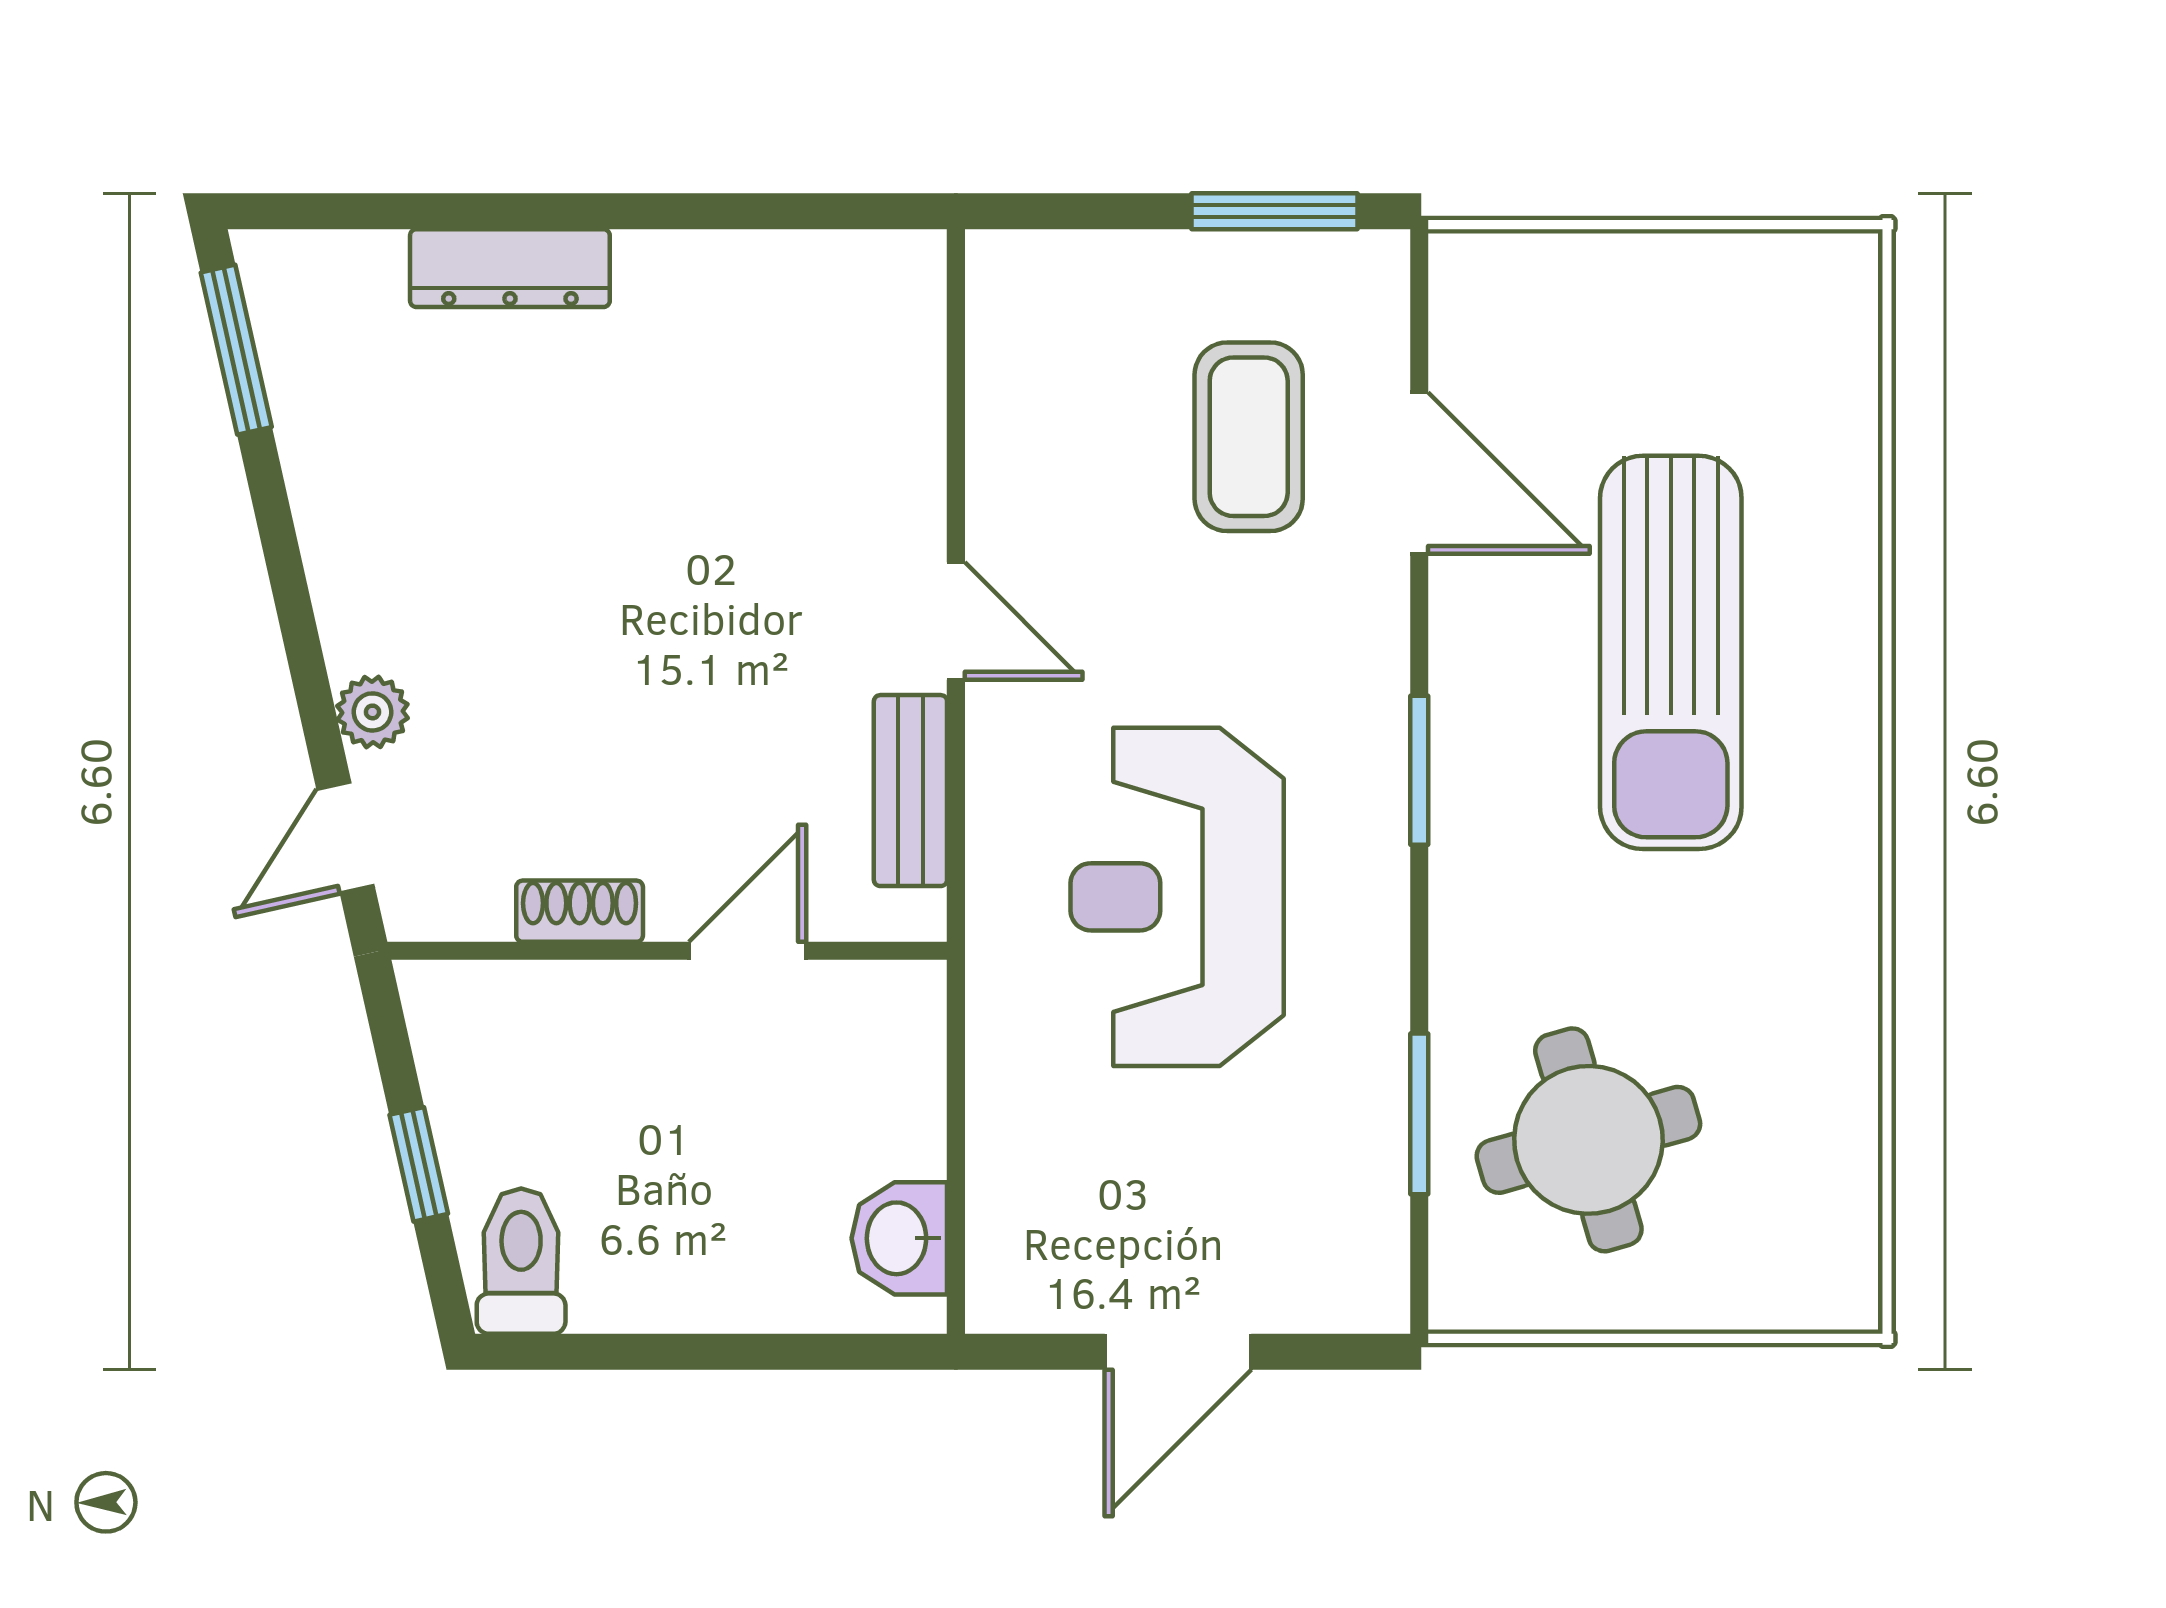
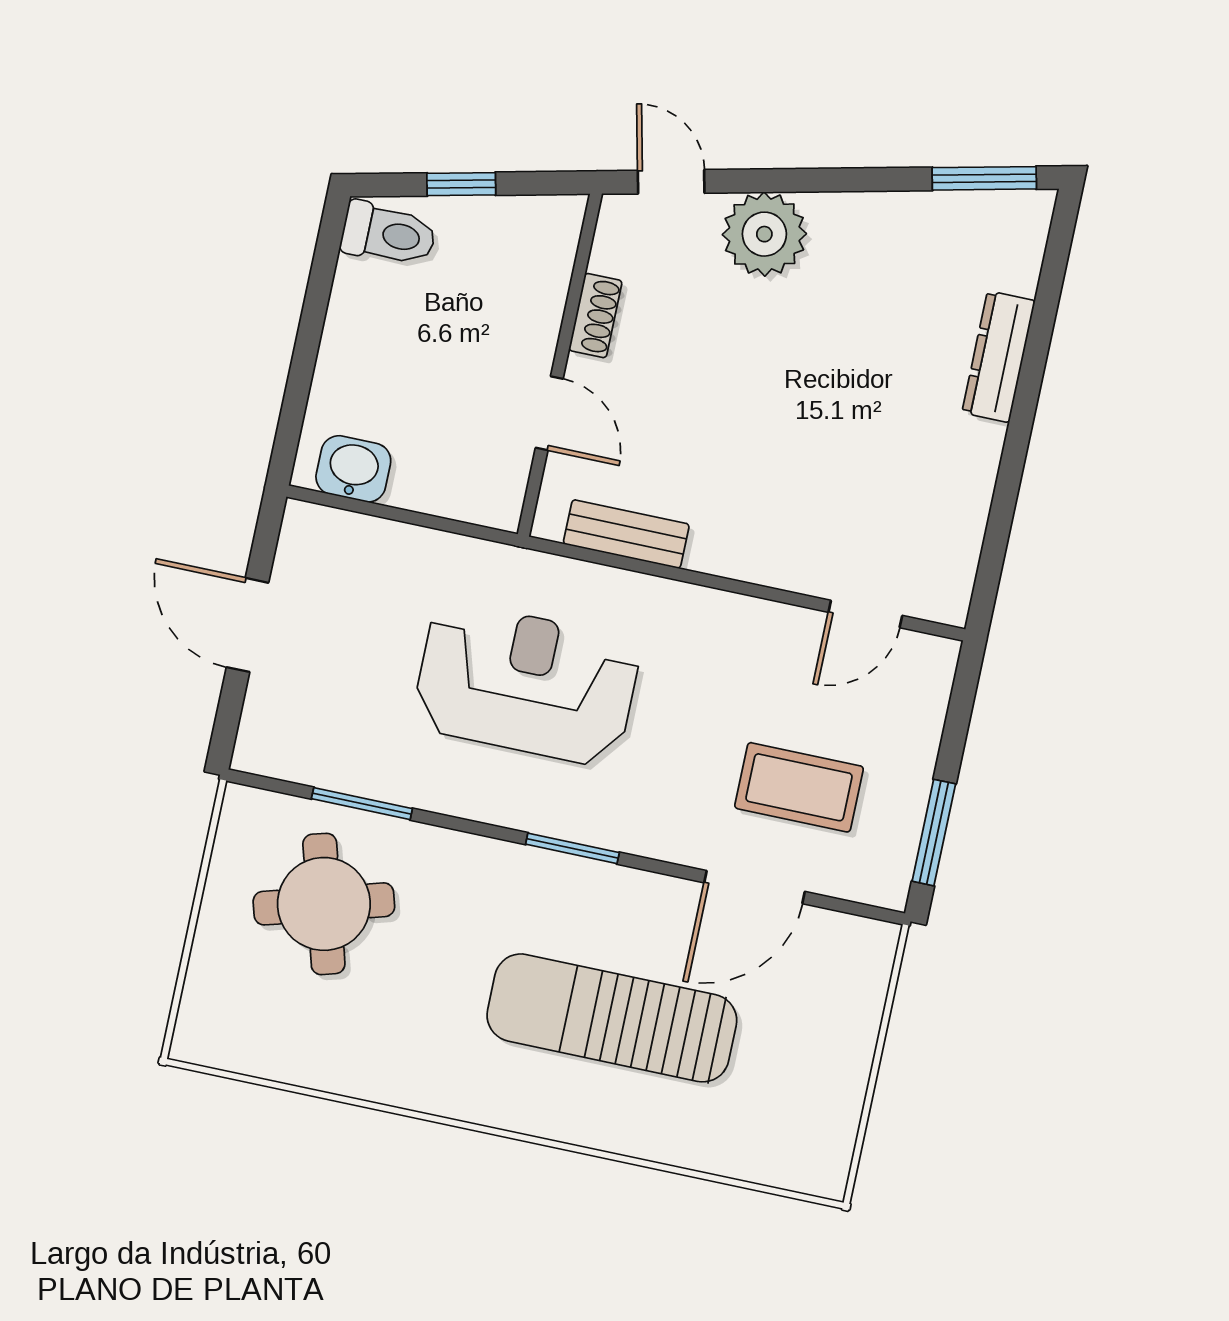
door: (956, 621) -> (865, 614), moved
plant: (373, 712) -> (764, 234), width x1.88, depth x1.88

